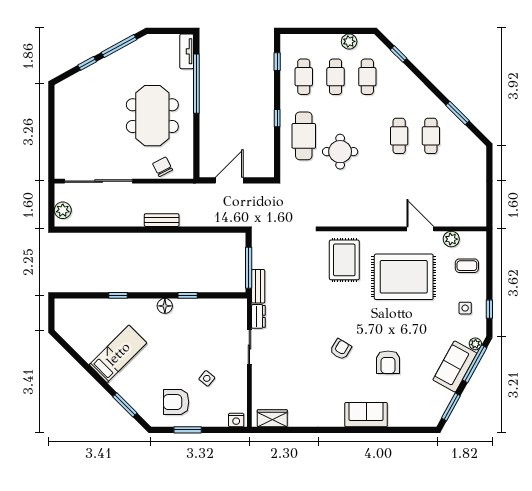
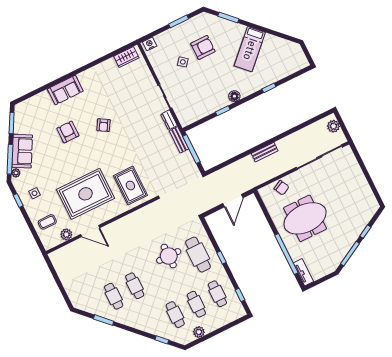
meeting table: (152, 116) -> (305, 218), turned 90
armchair: (176, 402) -> (203, 47), moved

